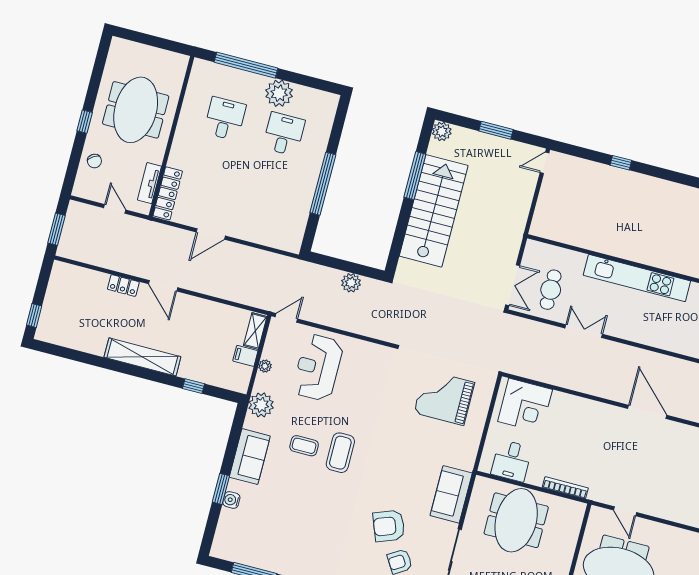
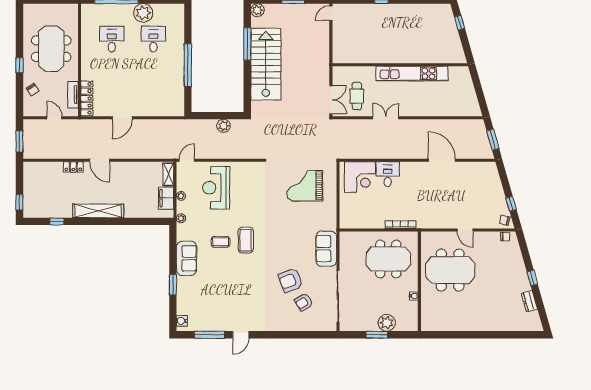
filing cabinet: (245, 356) -> (166, 198), width x2.00
window: (194, 386) -> (57, 221), moved
plant: (261, 405) -> (181, 218), width x0.53, depth x0.53
desk: (512, 461) -> (388, 174), moved, turned 180
water cooler: (231, 500) -> (182, 321), moved
door: (625, 511) -> (465, 230), moved
meeting table: (516, 520) -> (388, 259), moved, turned 90

